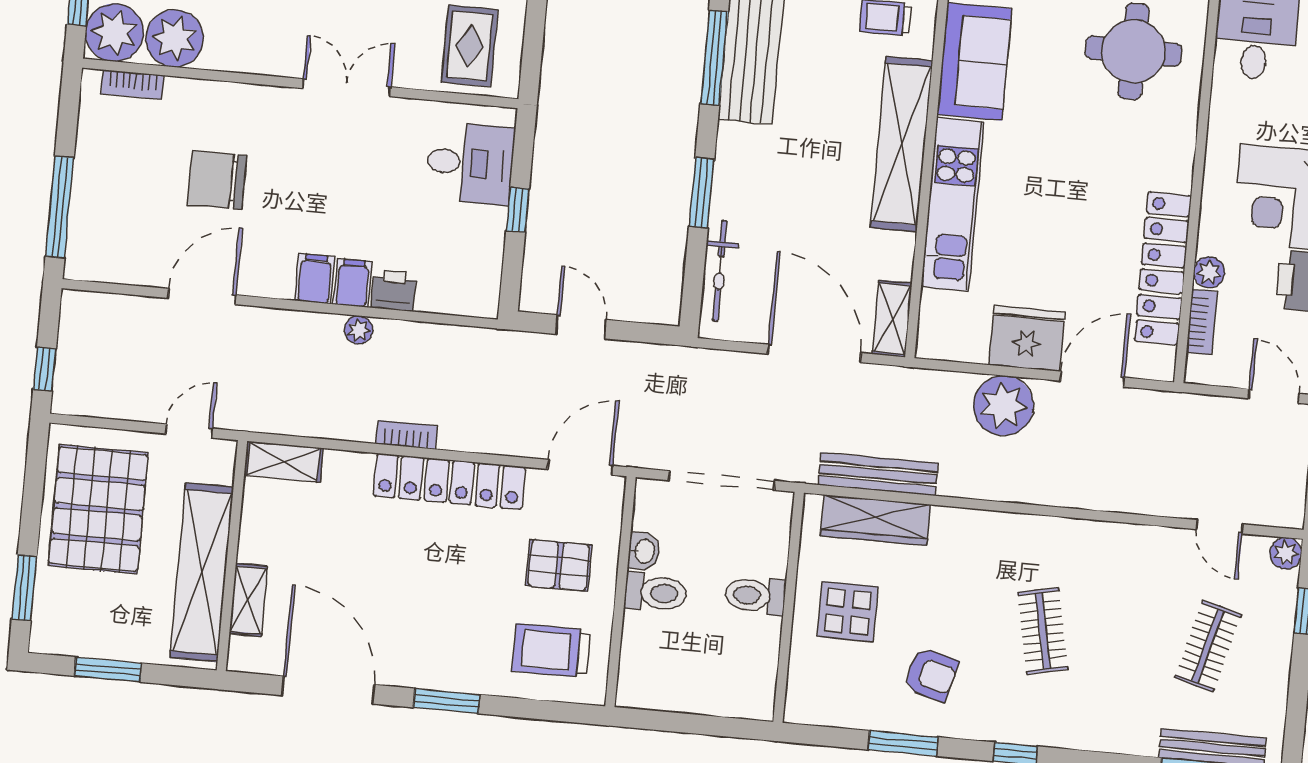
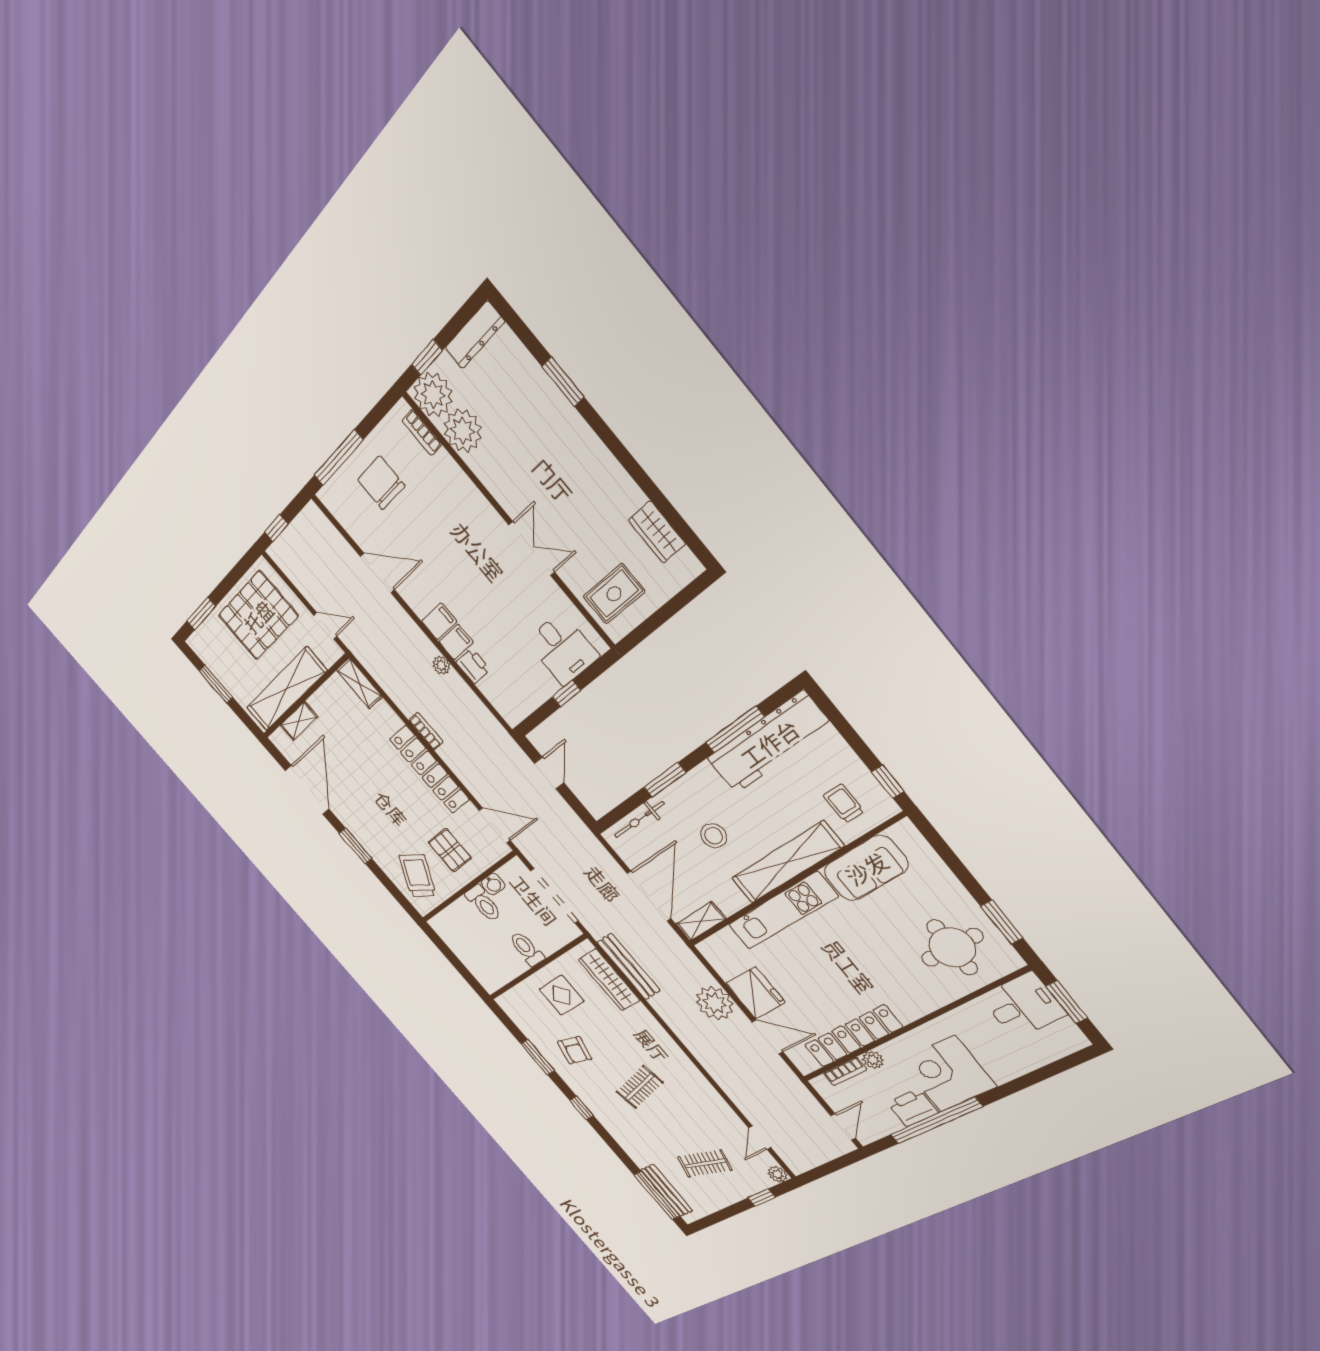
chair: (217, 180) -> (381, 483), moved
stool: (807, 200) -> (714, 836), added
trolley: (551, 651) -> (418, 876), turned 30

